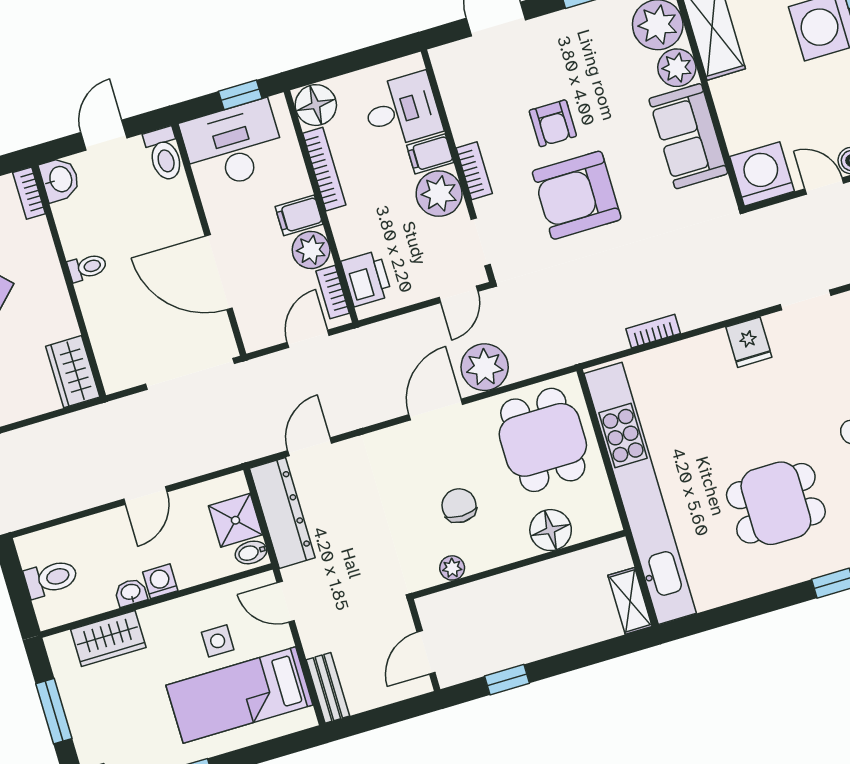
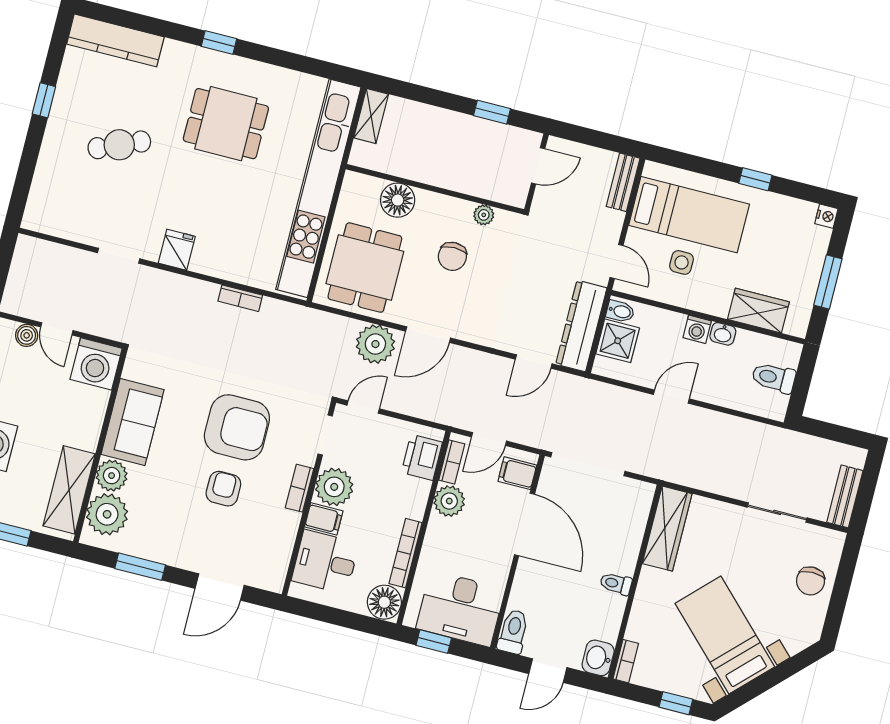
filing cabinet: (299, 215) -> (517, 473), moved, turned 180
wardrobe: (73, 372) -> (667, 529), width x1.50

